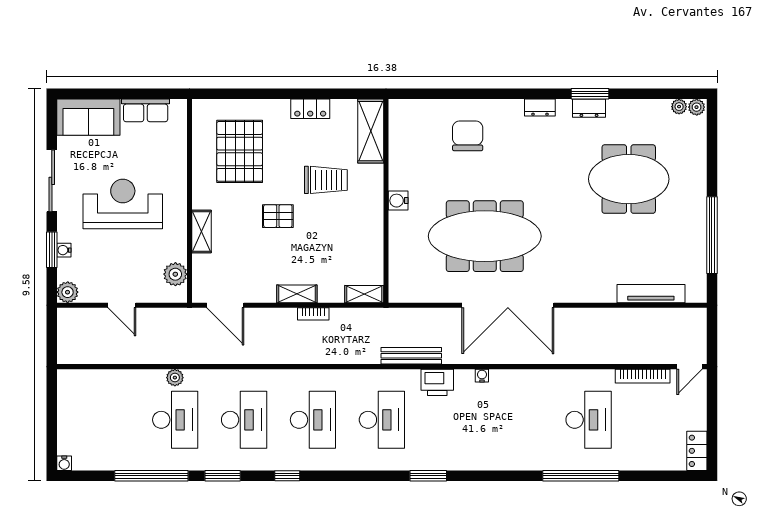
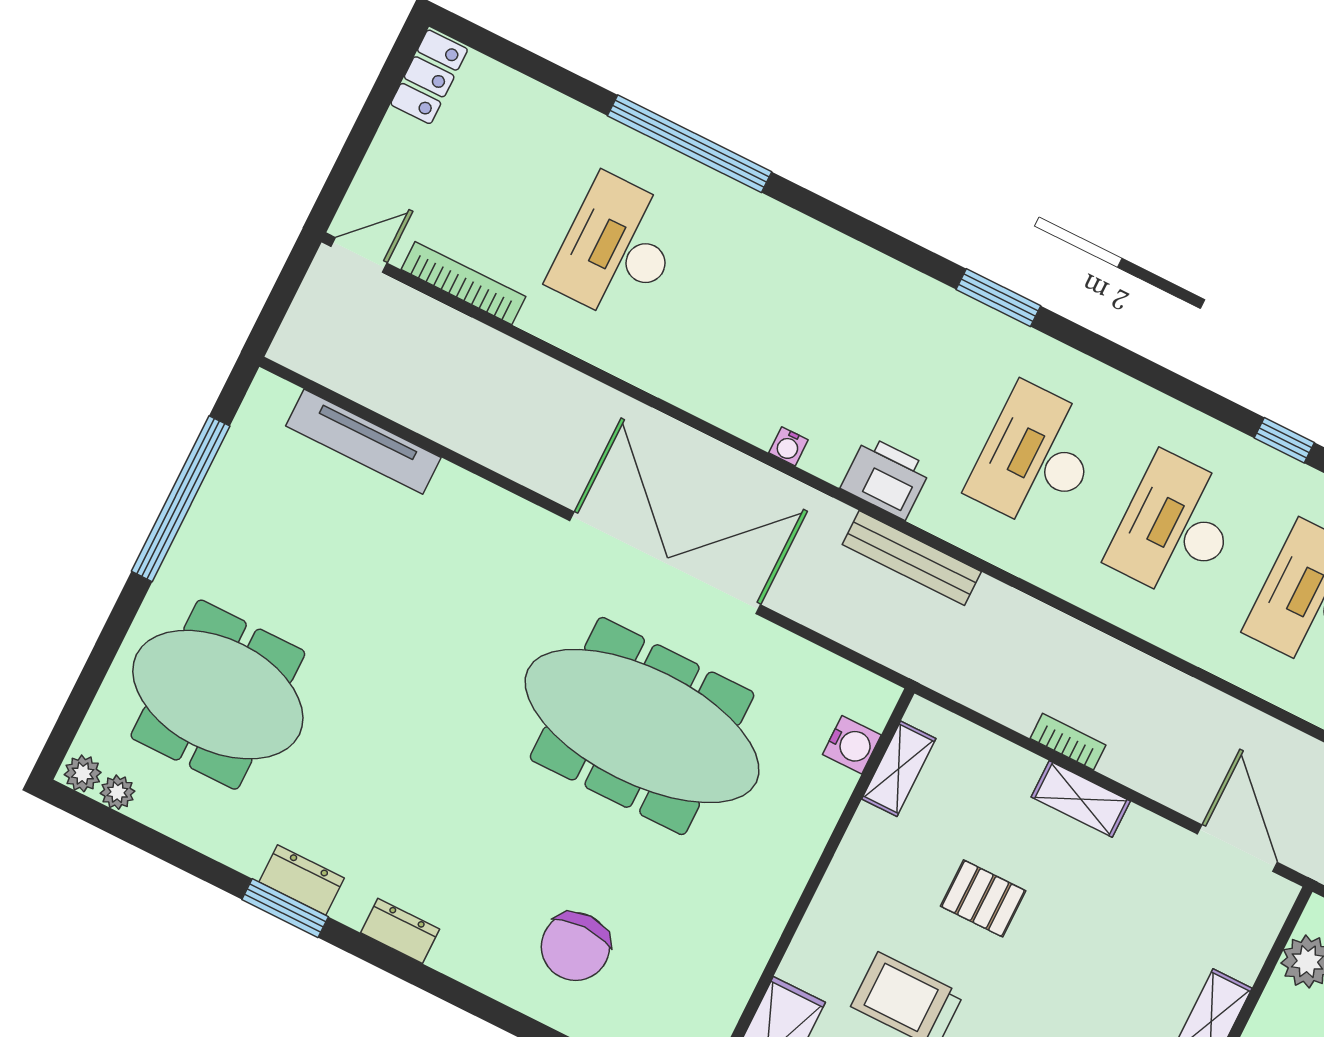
meeting table: (629, 179) -> (218, 695), moved
water cooler: (398, 201) -> (852, 745), moved
pallet: (278, 216) -> (983, 898), moved
shelving: (364, 294) -> (899, 769), moved, turned 90

